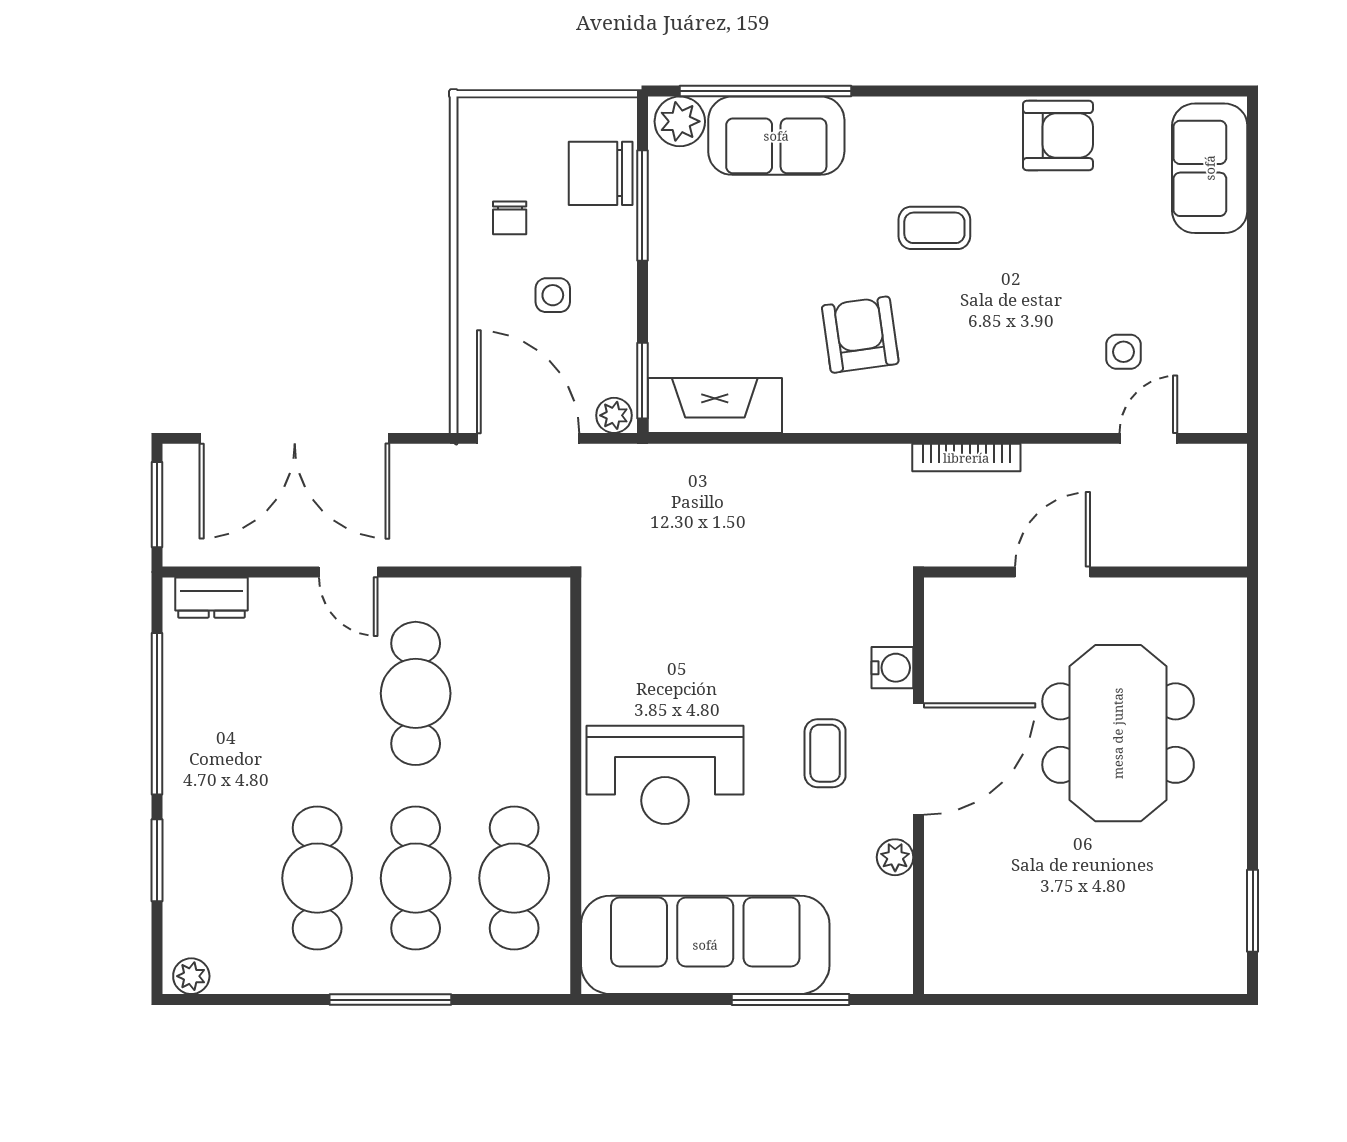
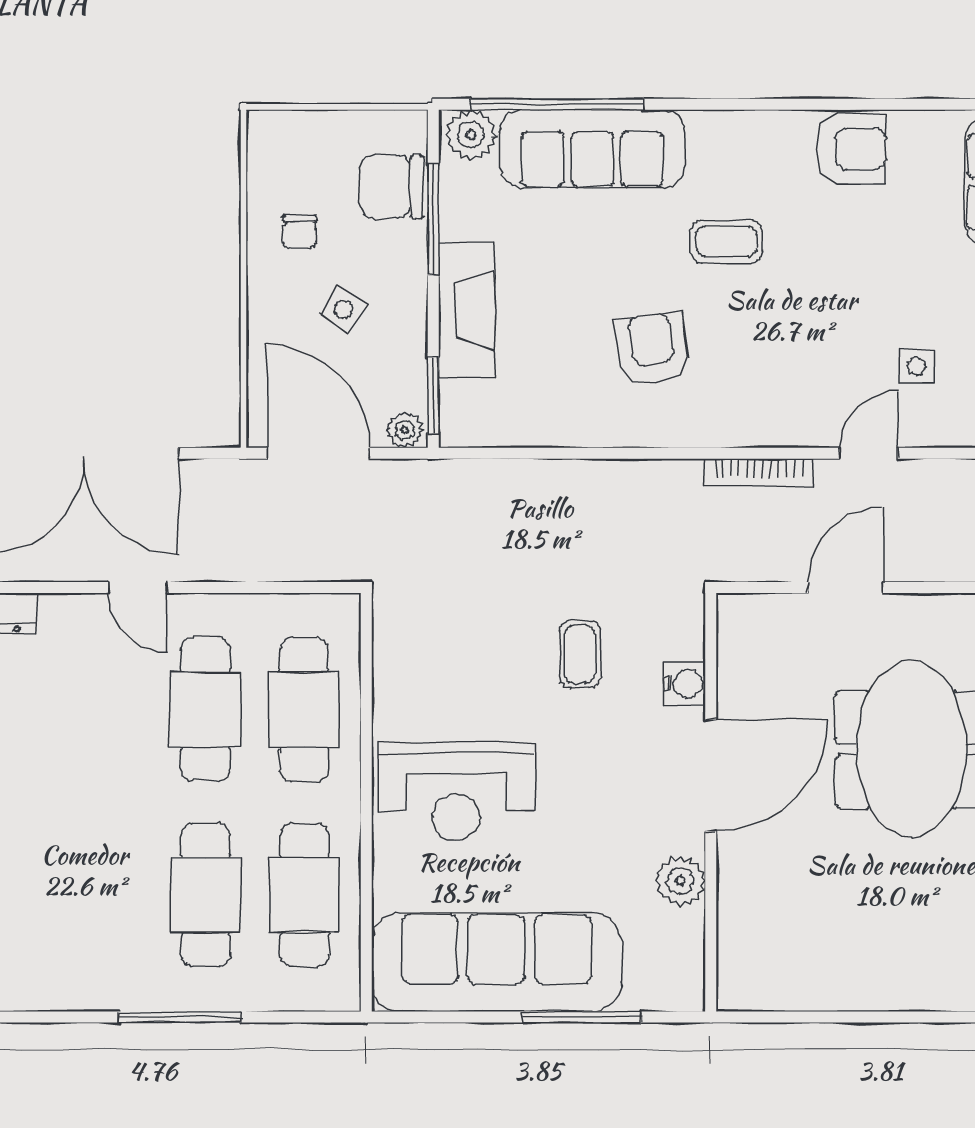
sofa: (776, 136) -> (592, 149), width x1.36
side table: (553, 295) -> (343, 309), turned 33
fireplace: (715, 405) -> (466, 310), moved, turned 90
door: (1148, 438) -> (869, 453), moved
coffee table: (825, 753) -> (580, 654), moved
plant: (895, 857) -> (680, 881), width x1.38, depth x1.38
cafe table: (317, 878) -> (304, 709), moved

